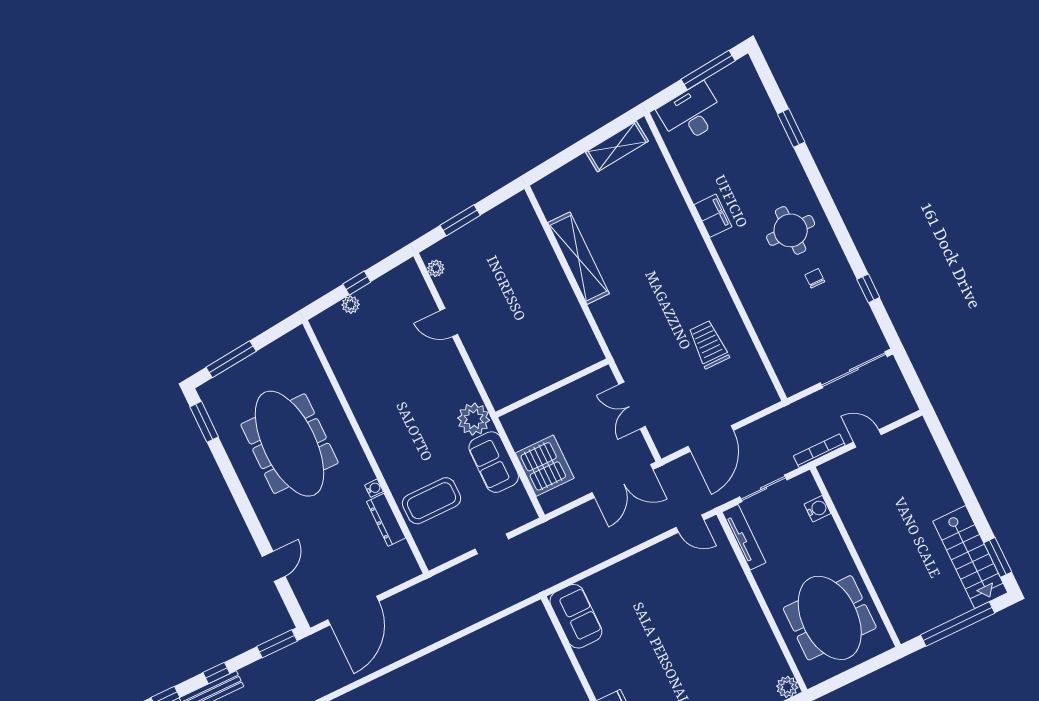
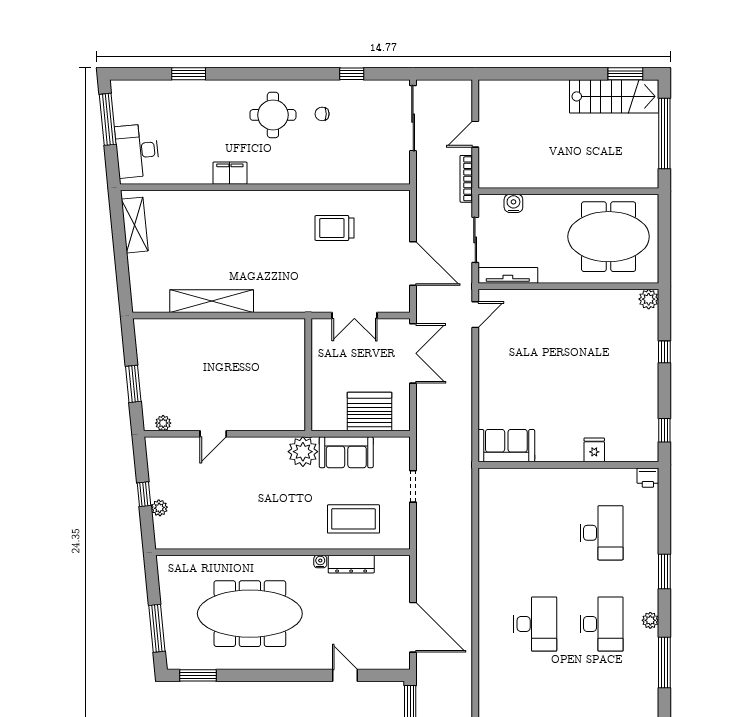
coffee table: (432, 501) -> (353, 519), turned 90

